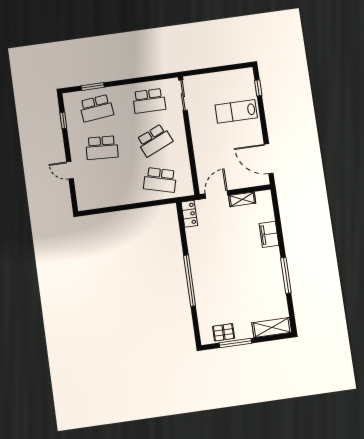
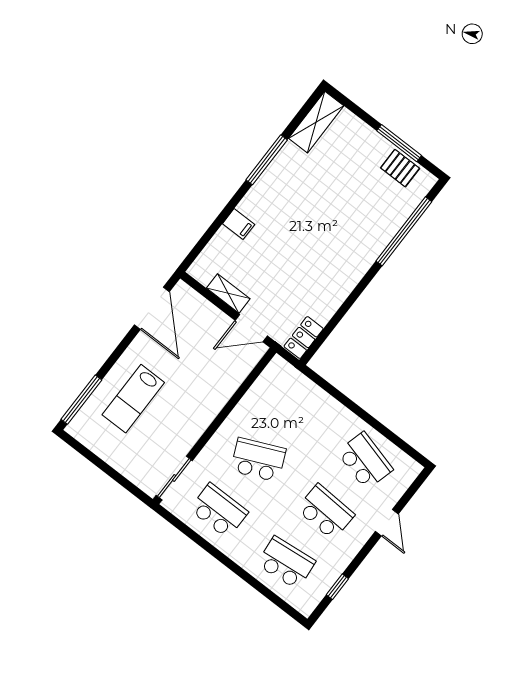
window: (93, 87) -> (266, 592), removed
window: (258, 88) -> (81, 400), width x2.17
lab bench: (236, 111) -> (133, 399), turned 90
school desk: (160, 180) -> (365, 461), moved
filing cabinet: (269, 234) -> (239, 224), width x0.50
window: (190, 281) -> (404, 231), moved
shelving: (272, 327) -> (316, 122), moved, turned 90

